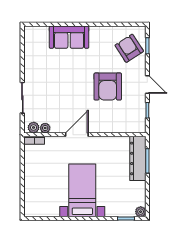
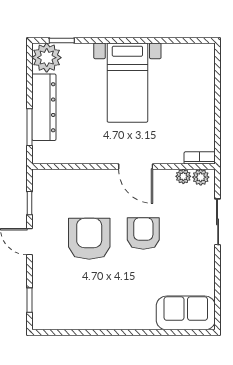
sofa: (69, 37) -> (186, 313), moved
armchair: (129, 48) -> (143, 233), moved, turned -147
door: (77, 135) -> (136, 166), hinge flipped
dresser: (138, 158) -> (44, 107), moved
plant: (141, 212) -> (47, 58), width x1.87, depth x1.87

